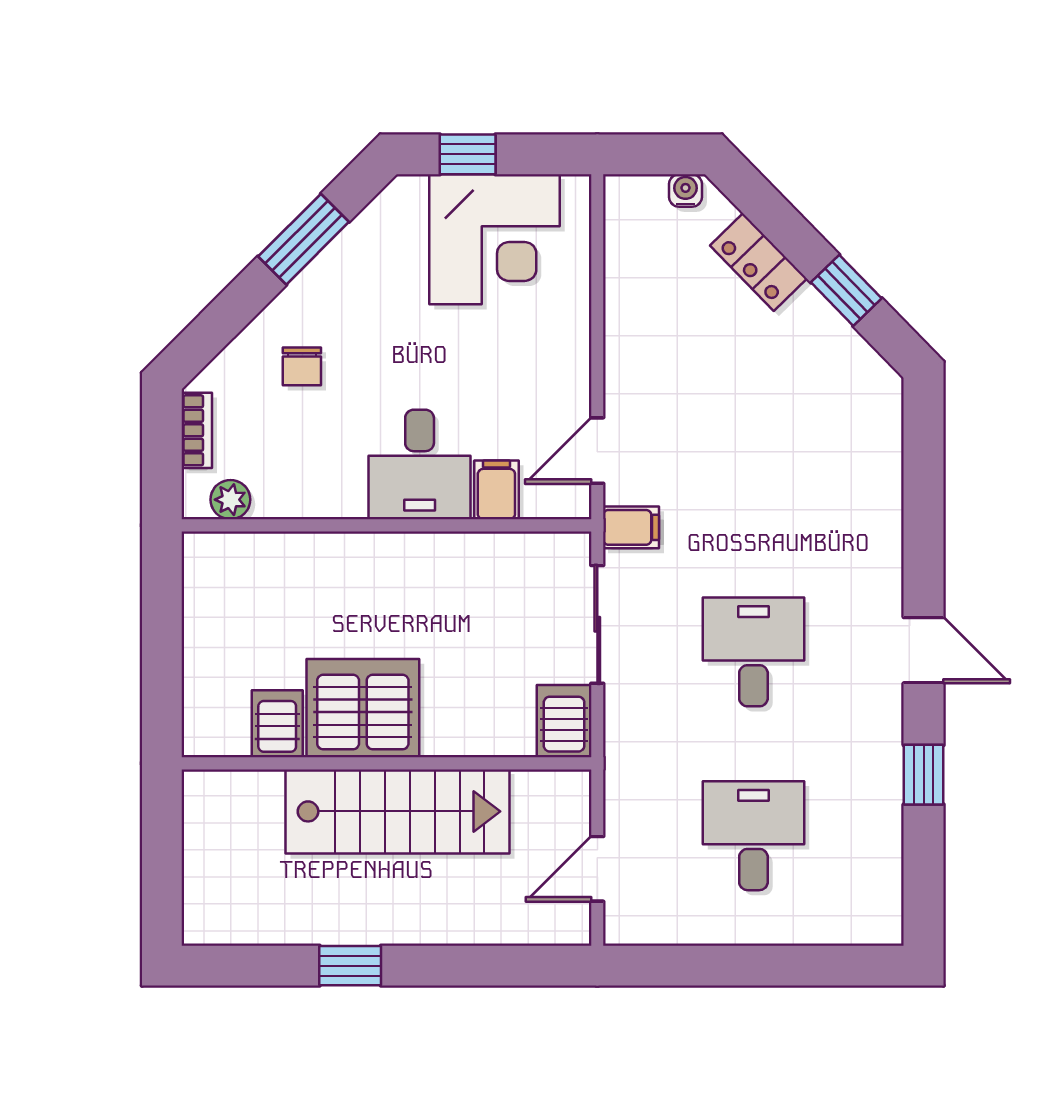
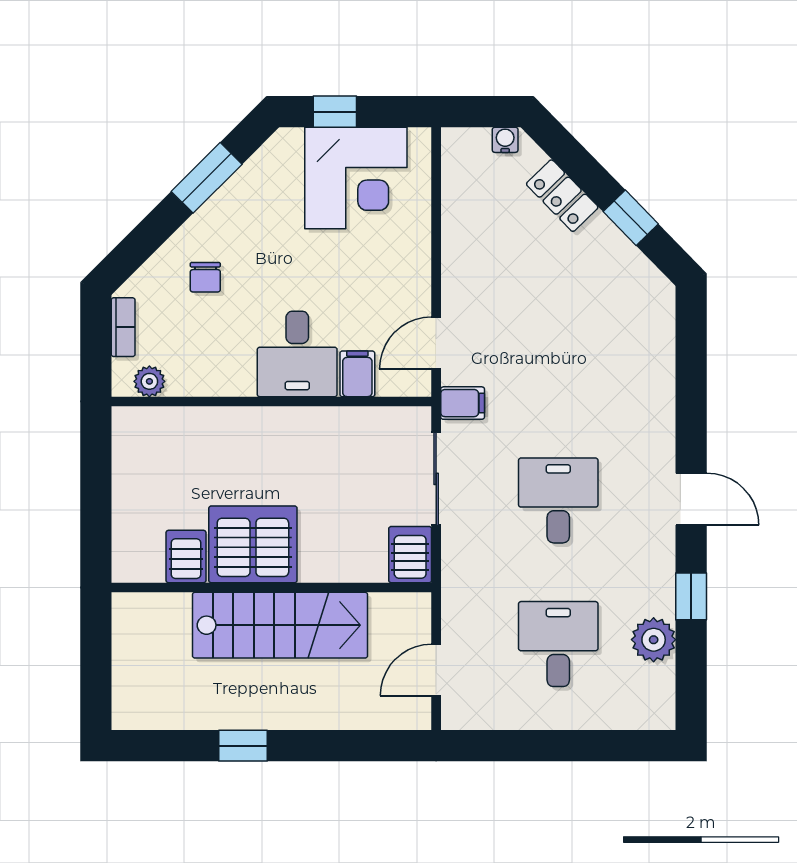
plant: (875, 830) -> (654, 640), added

